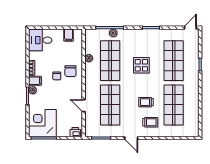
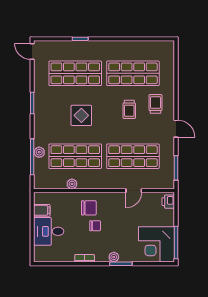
desk: (40, 40) -> (49, 231), moved, turned 90
filing cabinet: (35, 81) -> (101, 254), removed
door: (131, 138) -> (176, 129), hinge flipped

